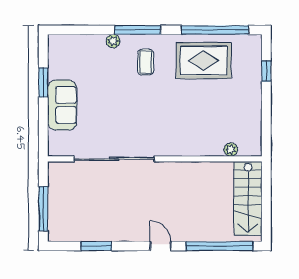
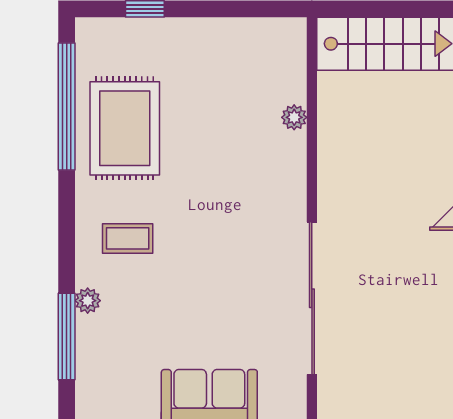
window: (138, 30) -> (67, 336), moved
plant: (231, 150) -> (294, 117), moved

